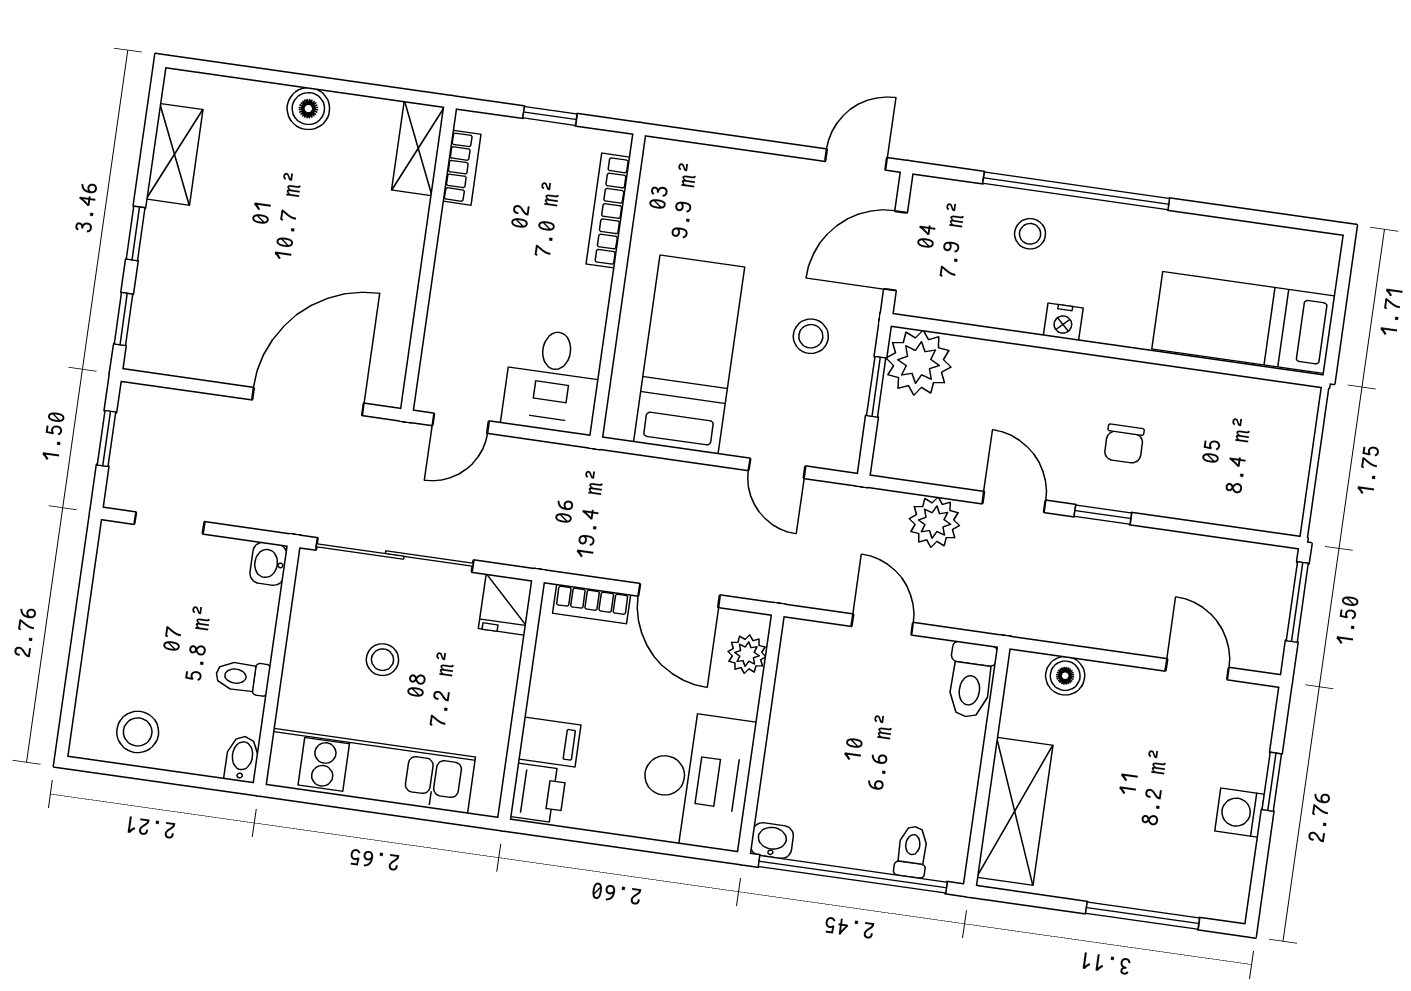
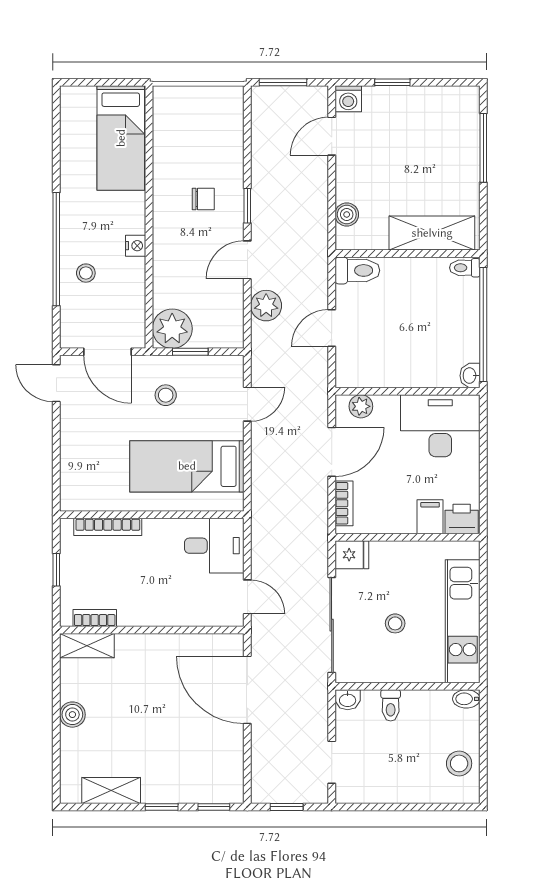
toilet: (243, 677) -> (391, 705), moved
washing machine: (1240, 813) -> (348, 99), moved
toilet: (912, 852) -> (465, 268), moved

